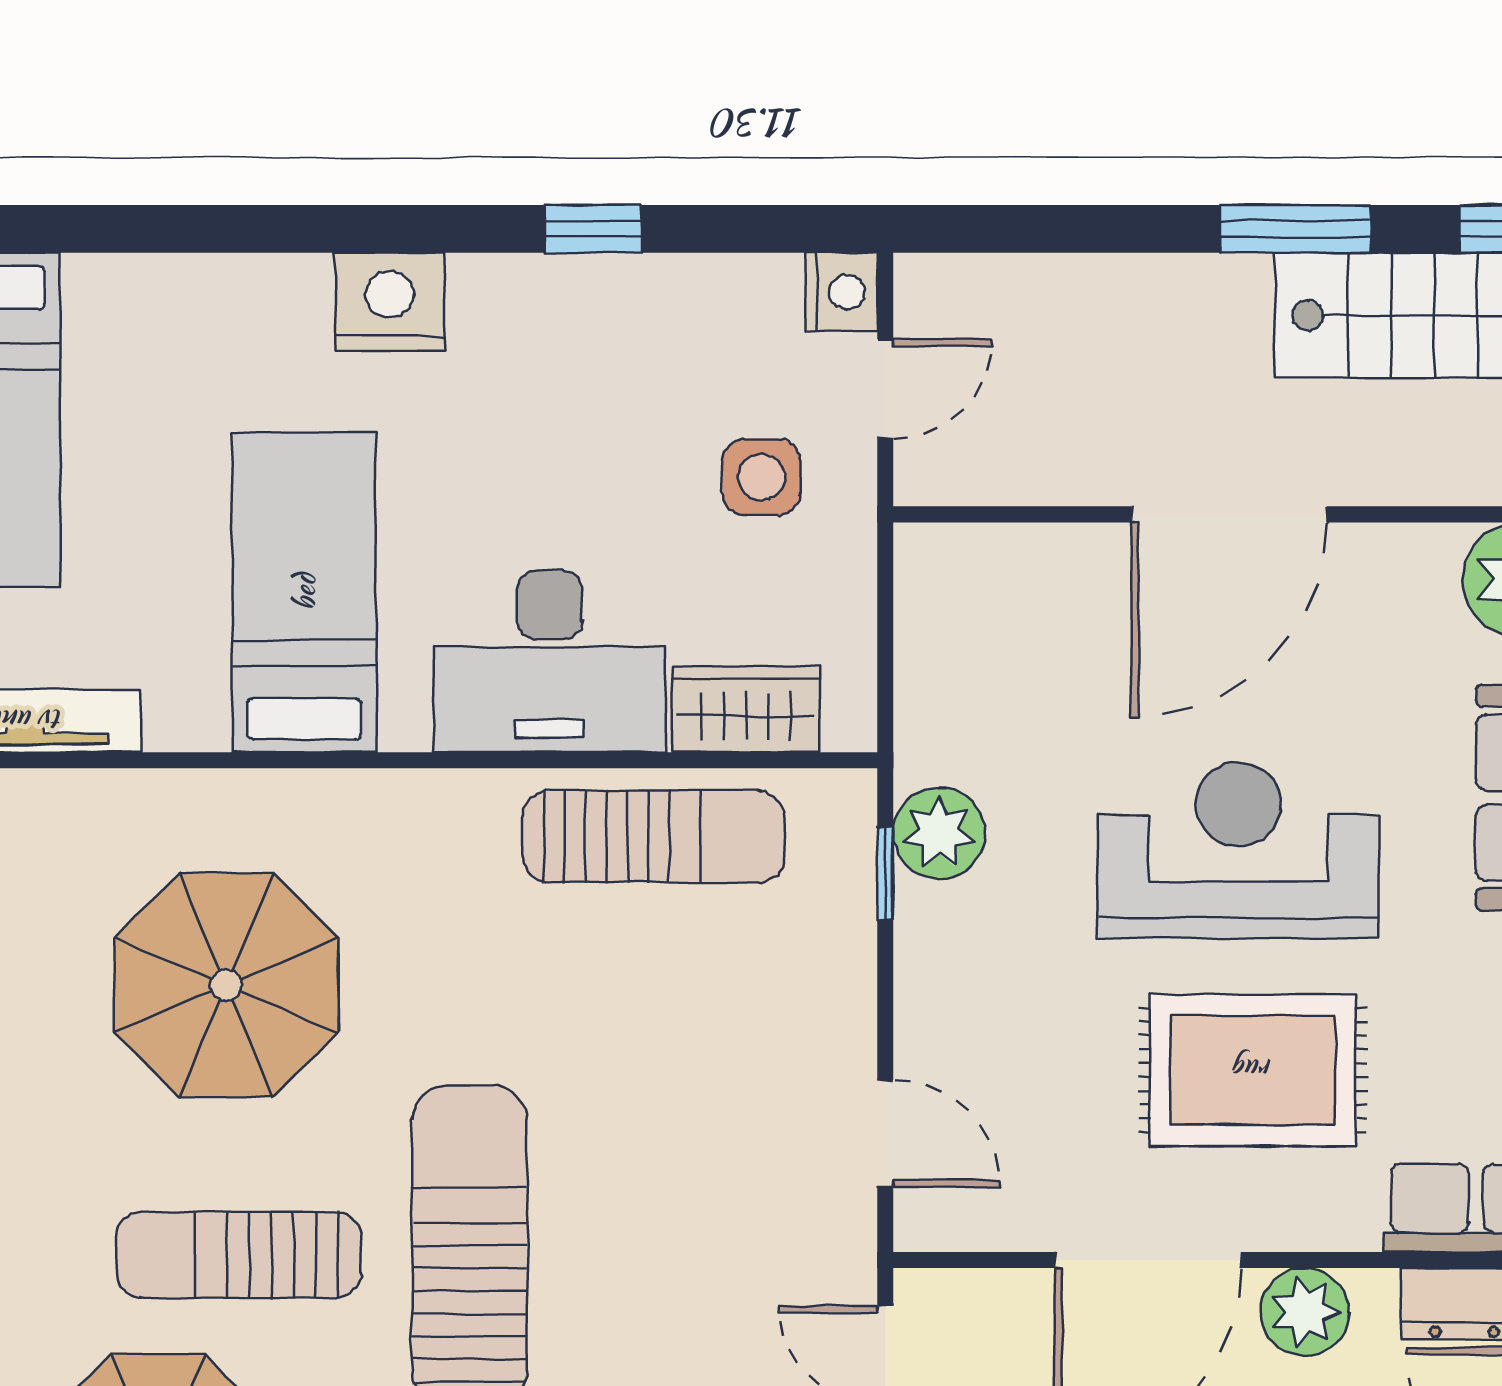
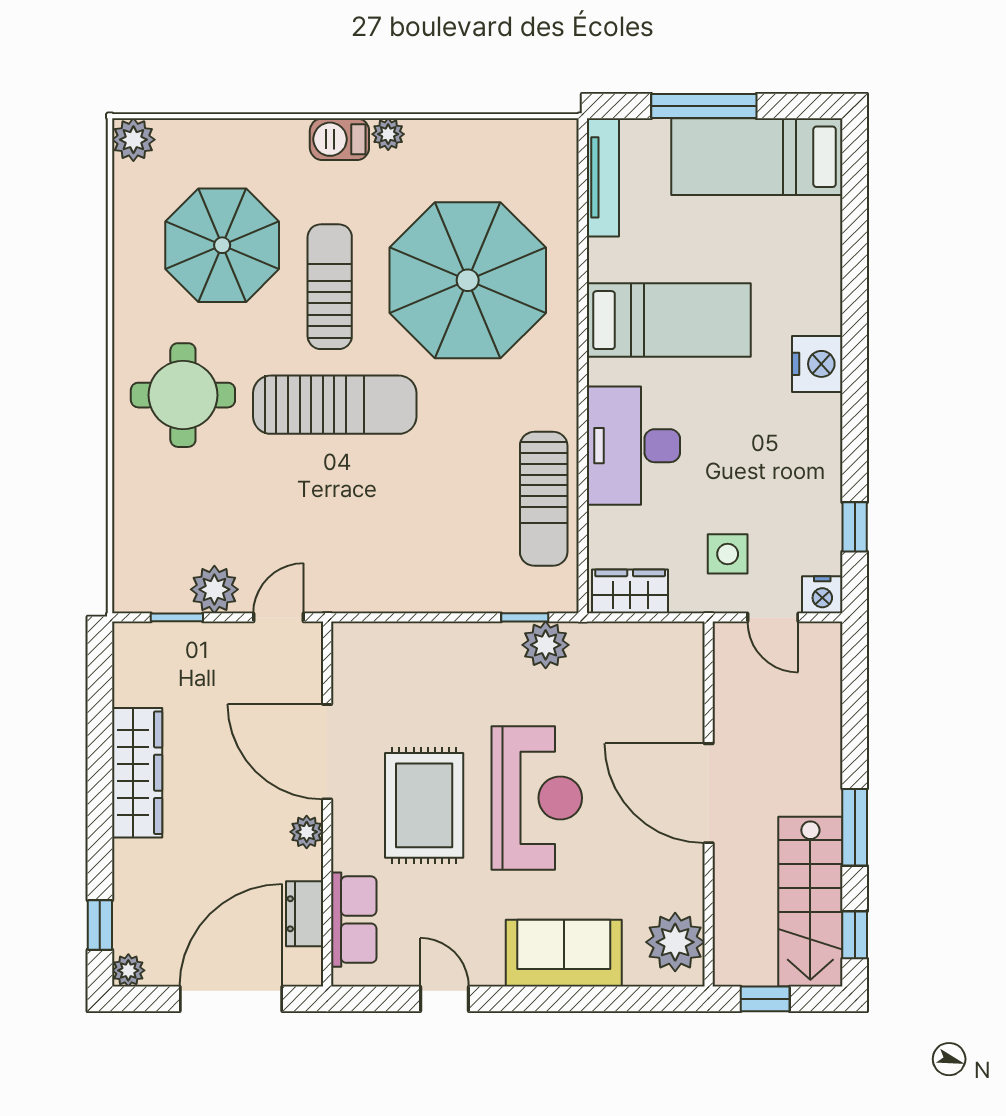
window: (593, 229) -> (855, 527), moved
wardrobe: (746, 709) -> (630, 591), moved, turned -90
parasol: (226, 985) -> (468, 280), width x1.36, depth x1.36
door: (885, 1133) -> (392, 617), removed
plant: (1305, 1312) -> (307, 832), width x0.73, depth x0.73

